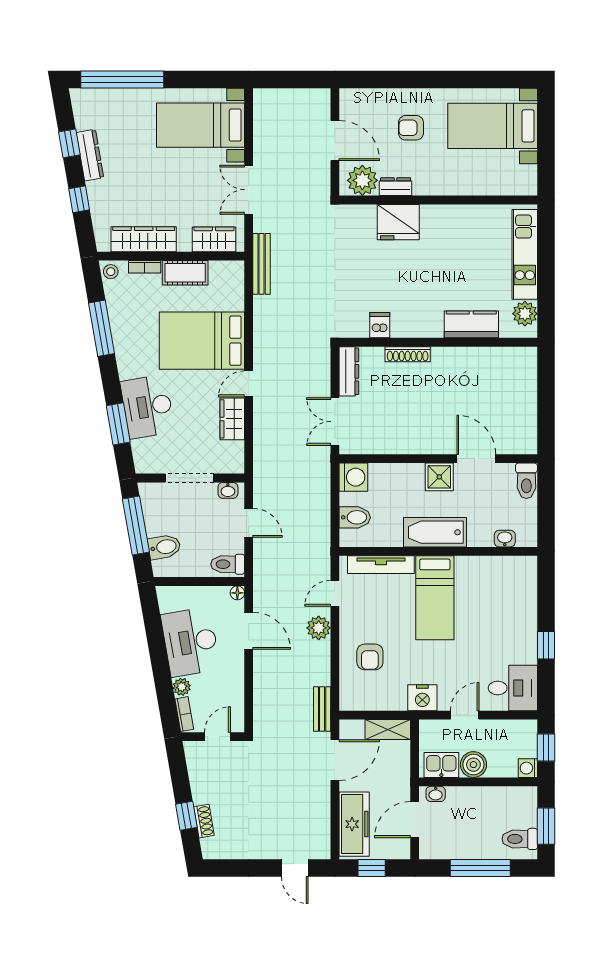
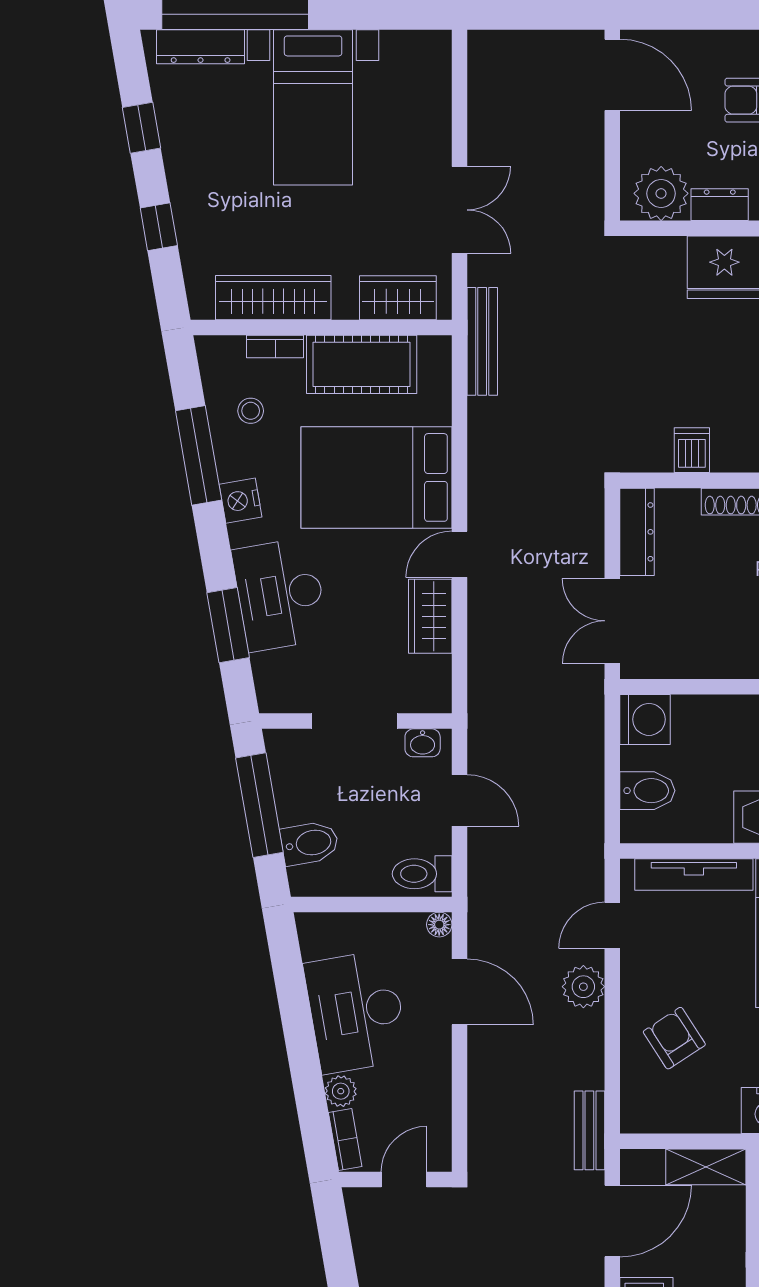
bed with nightstands: (201, 125) -> (313, 107), moved, turned -90
door: (335, 141) -> (612, 75), moved
dresser: (90, 155) -> (201, 47), moved, turned 100
double door: (249, 190) -> (459, 210), swing flipped
stool: (111, 272) -> (251, 411), moved
cot: (185, 273) -> (362, 364), width x1.37, depth x1.34
nightstand: (125, 354) -> (241, 501), added
armchair: (370, 657) -> (674, 1038), turned 147

